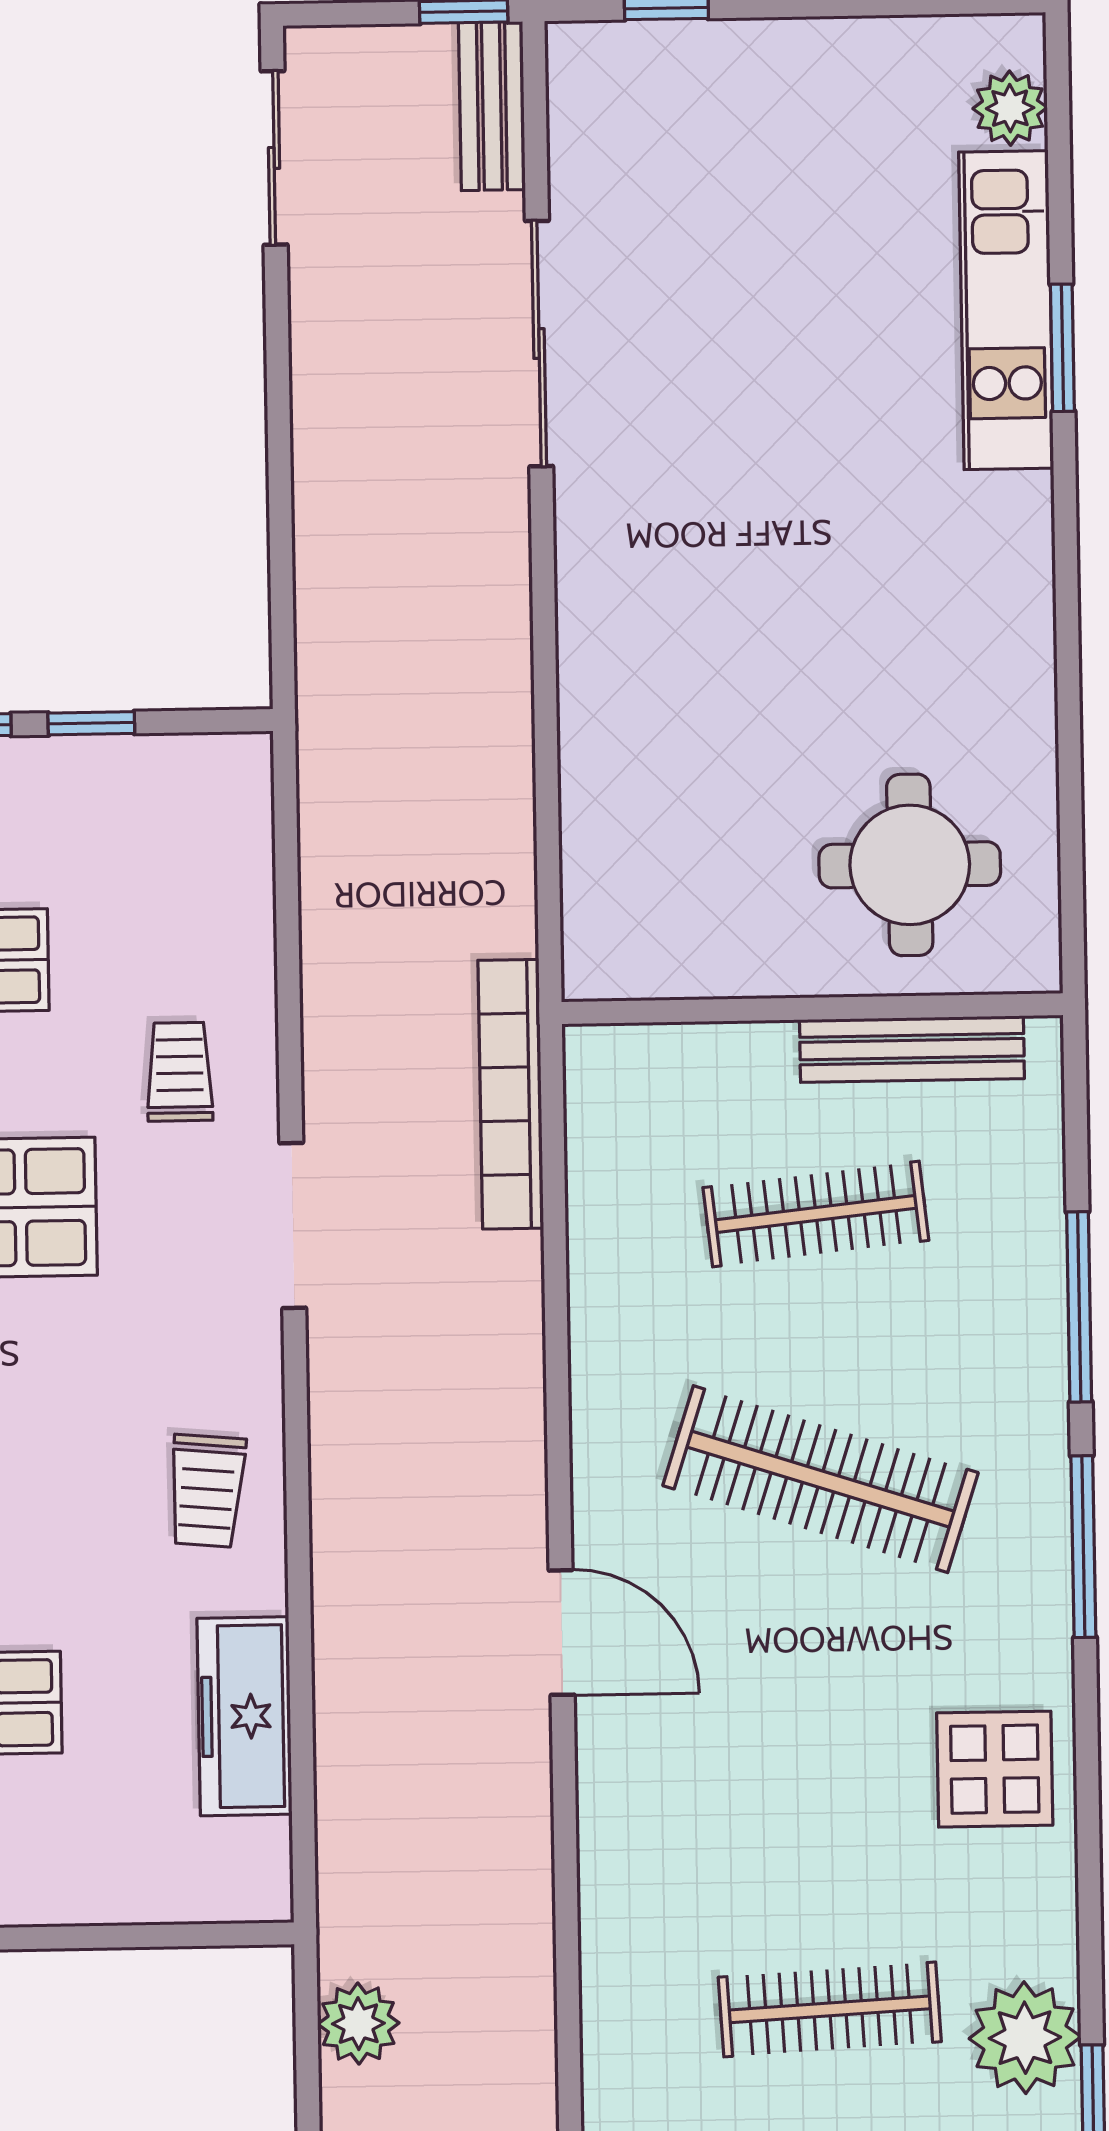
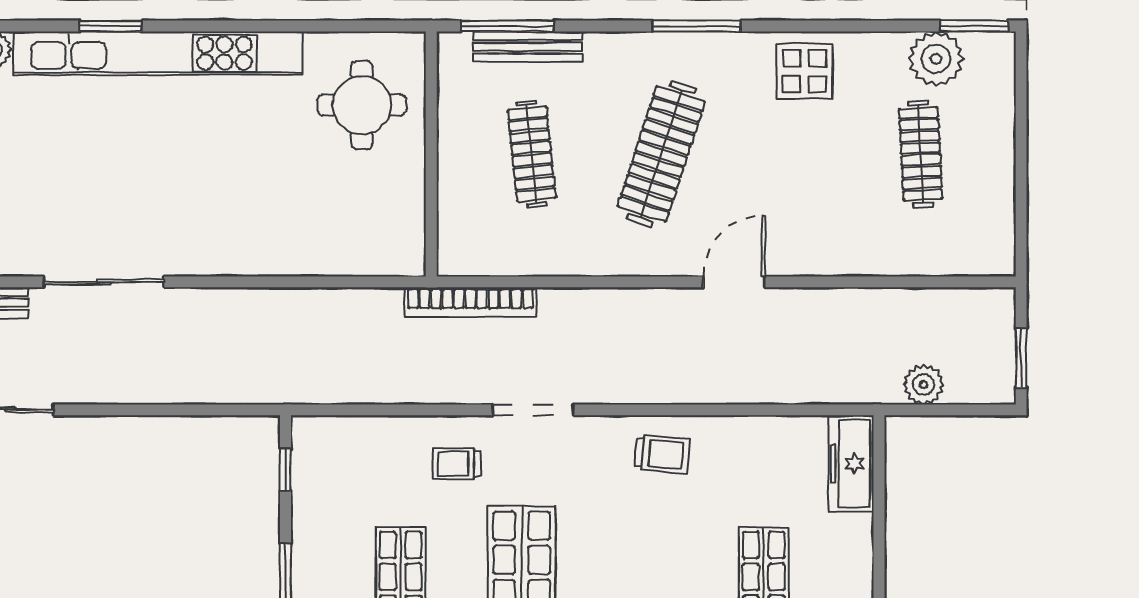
kitchen unit: (1006, 310) -> (158, 53), width x1.86
window: (91, 723) -> (286, 470), moved
bench: (912, 1049) -> (528, 47), moved, turned 90
window: (1079, 1307) -> (507, 26), moved
freezer: (245, 1716) -> (851, 463), moved, turned 90

